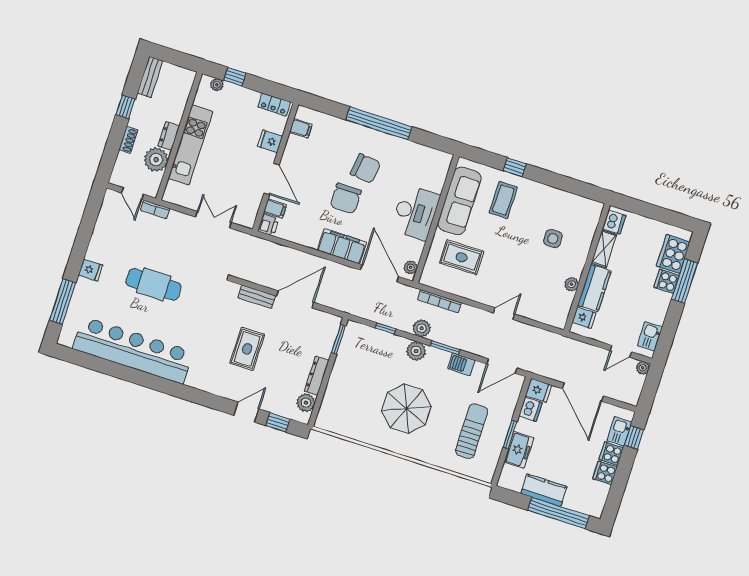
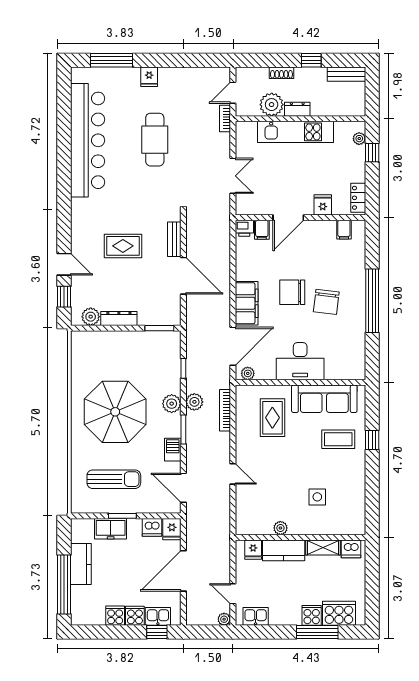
parasol: (406, 409) -> (115, 412), width x1.36, depth x1.36

